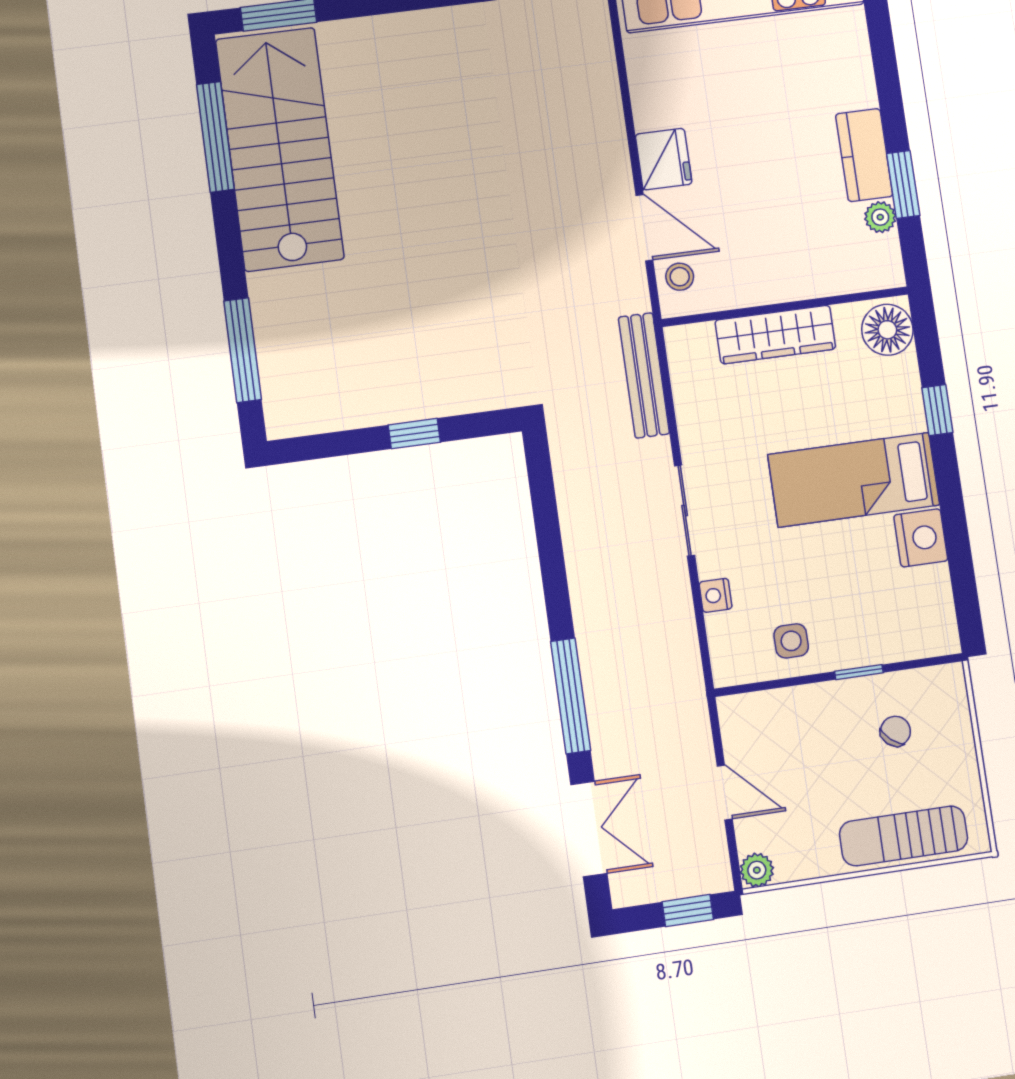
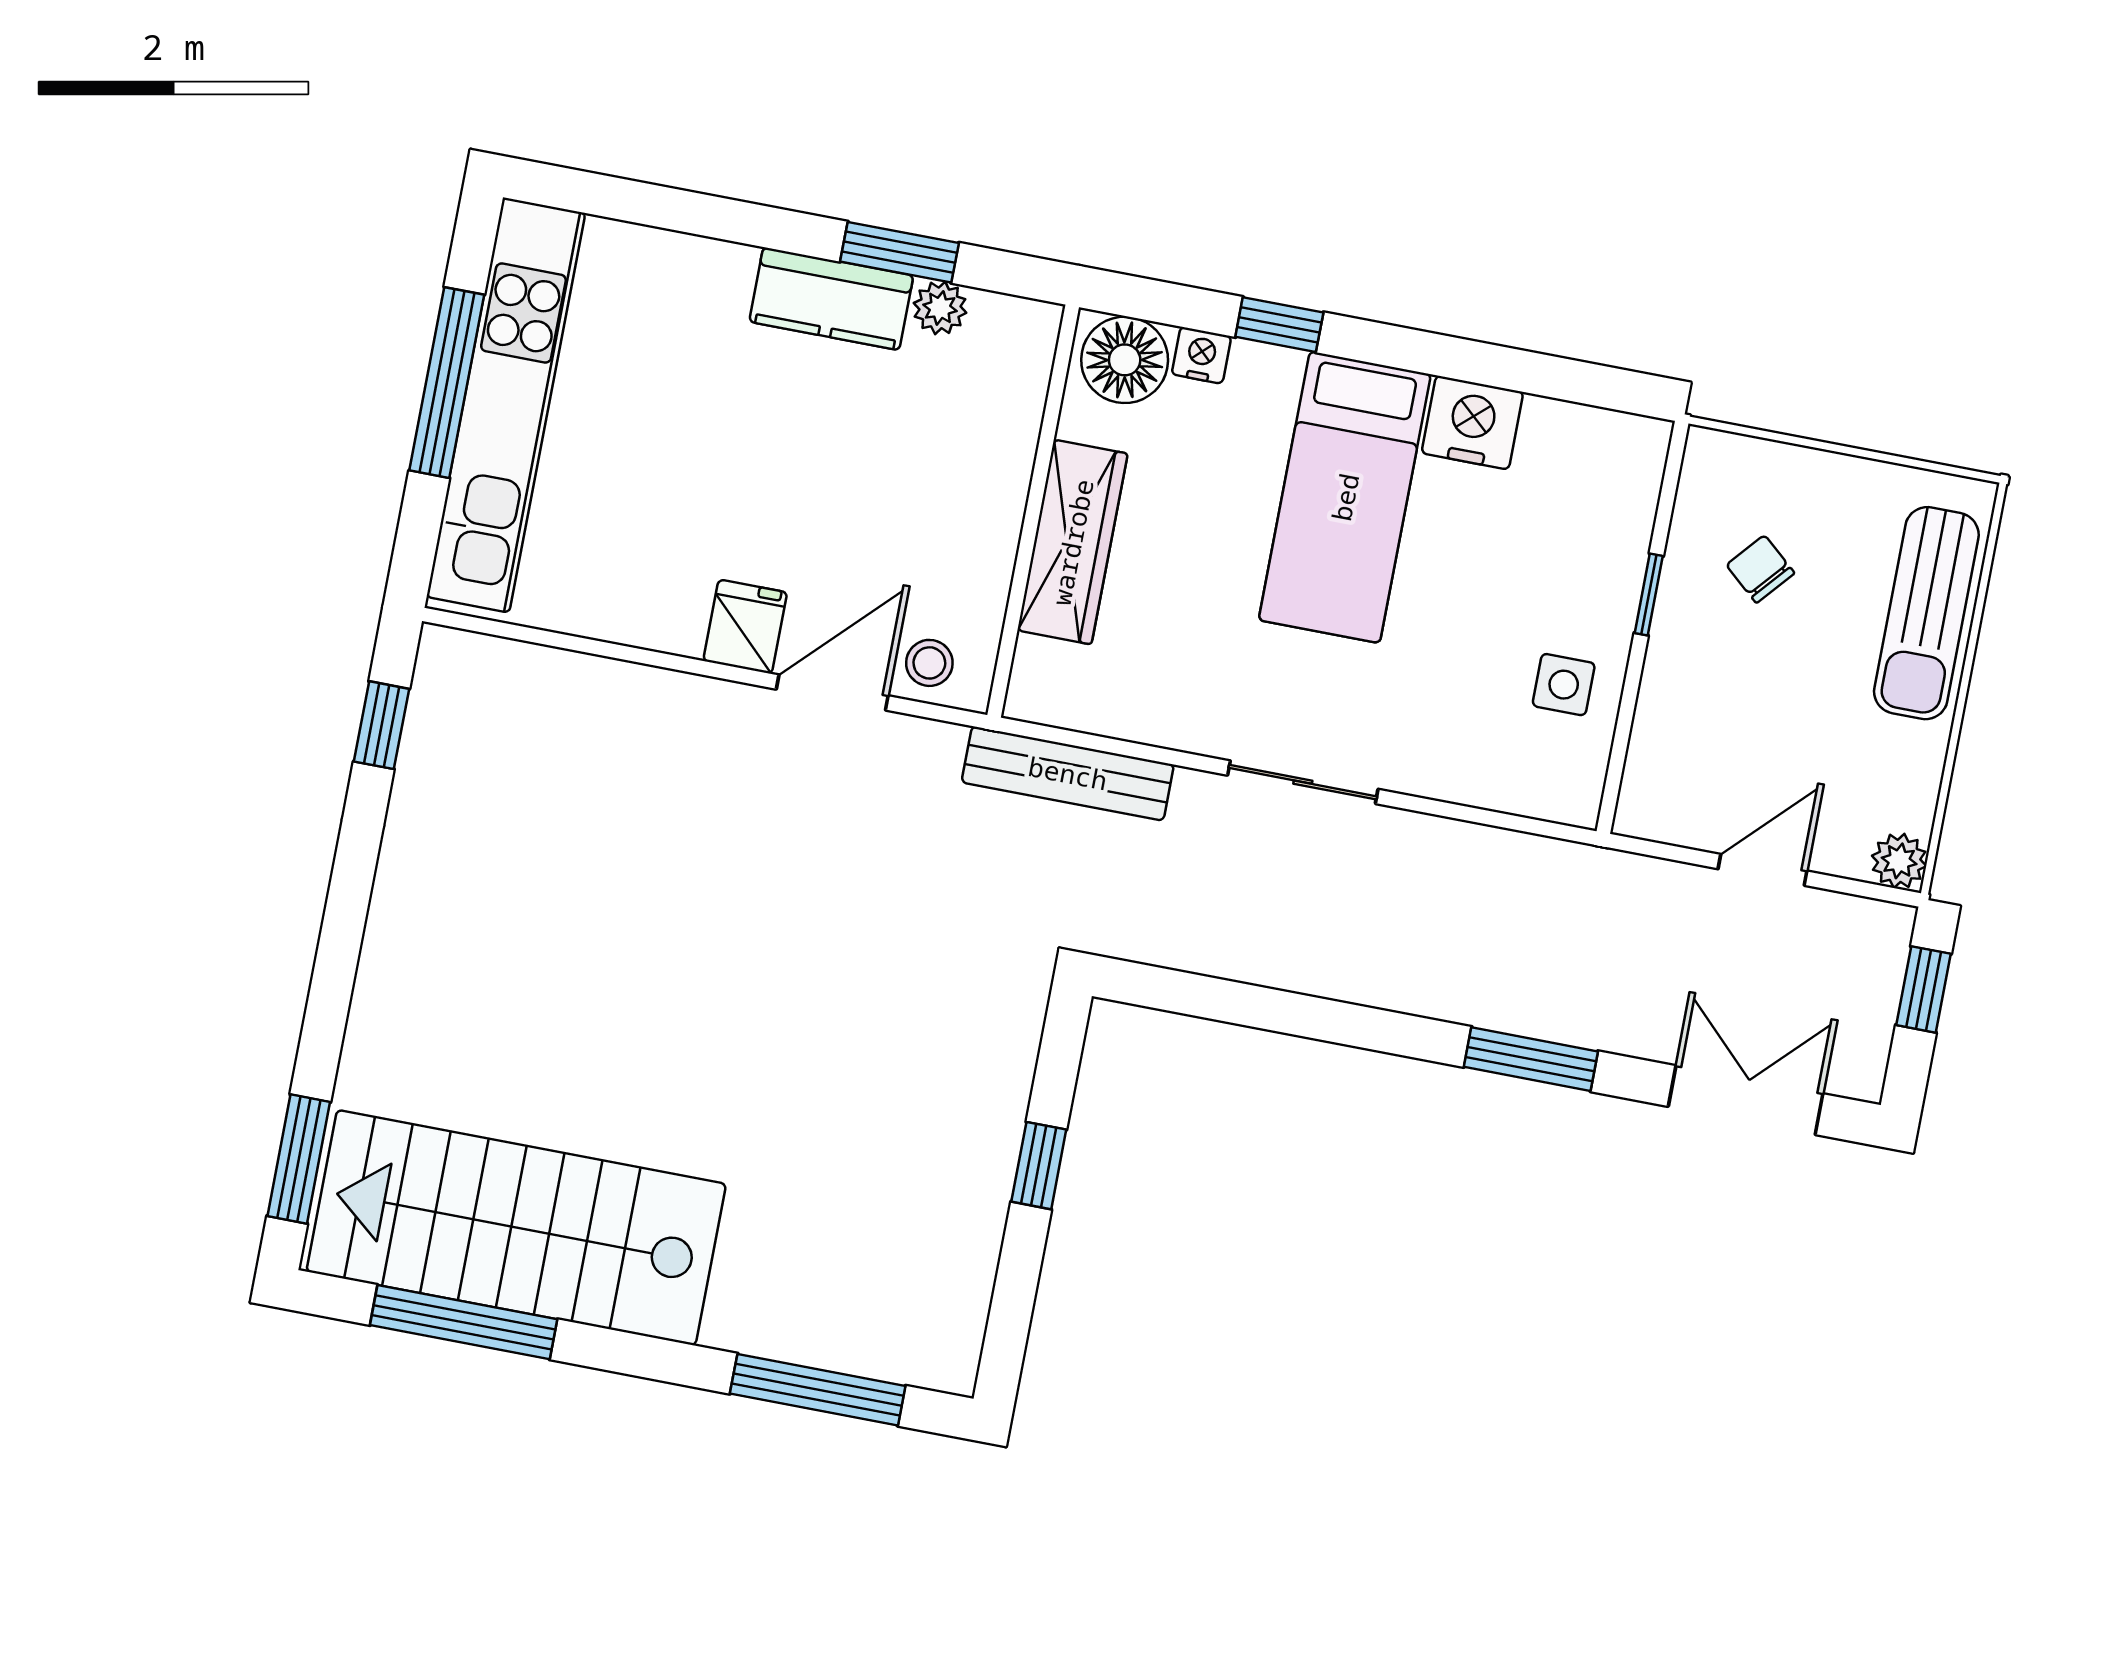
fridge: (664, 159) -> (745, 627), width x0.72
nightstand: (716, 595) -> (1201, 355), moved, turned 180
window: (571, 696) -> (1531, 1059), width x0.69

